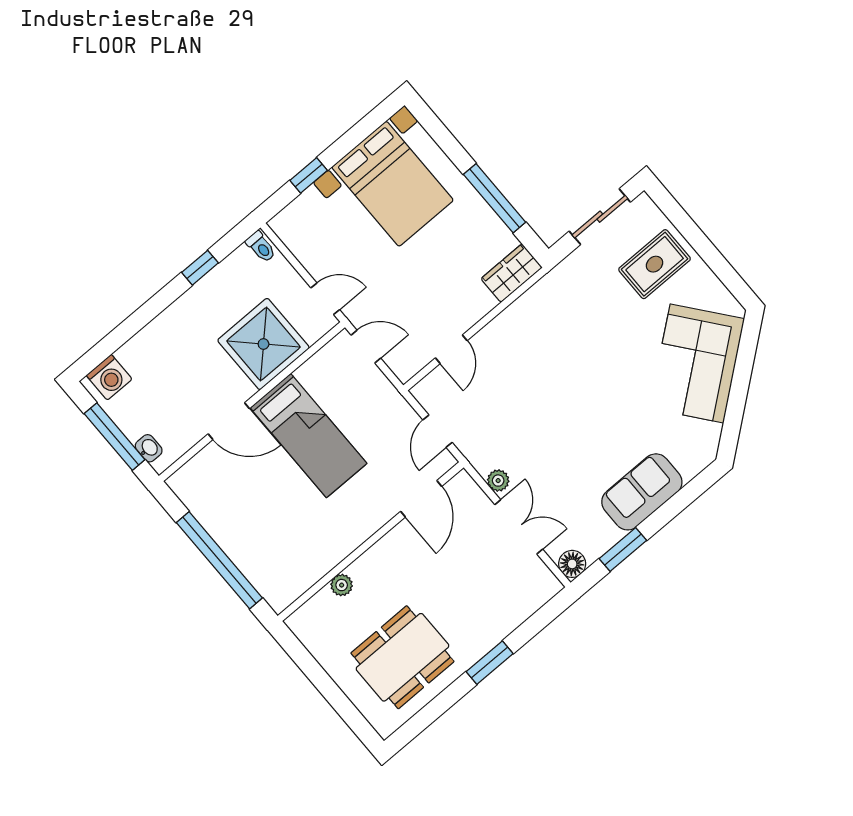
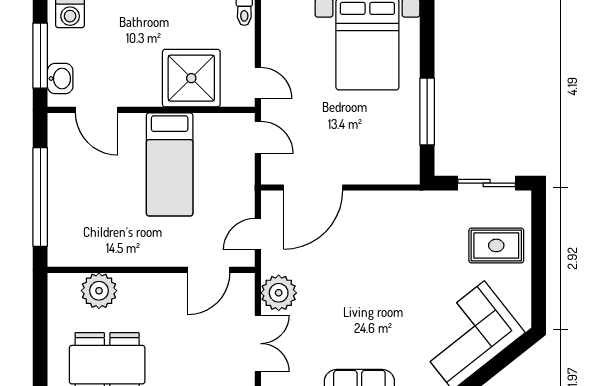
wardrobe: (512, 273) -> (396, 171), removed
door: (451, 349) -> (313, 187), width x1.87
door: (229, 421) -> (97, 110), moved
washbasin: (149, 448) -> (60, 78), width x1.38, depth x1.45
plant: (498, 481) -> (279, 293), width x1.87, depth x1.87
plant: (342, 585) -> (99, 291), width x1.87, depth x1.87

